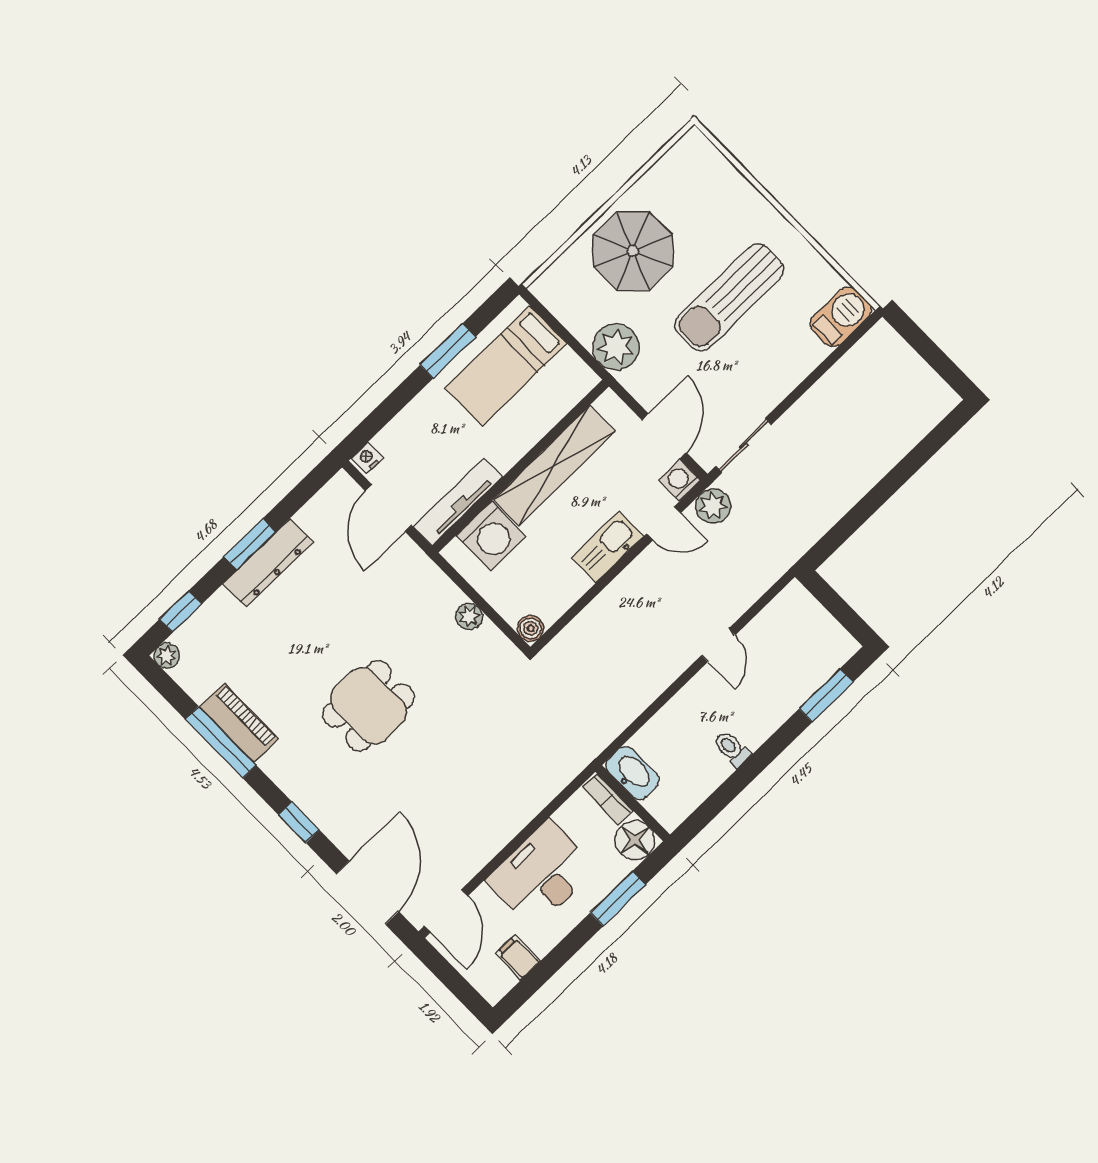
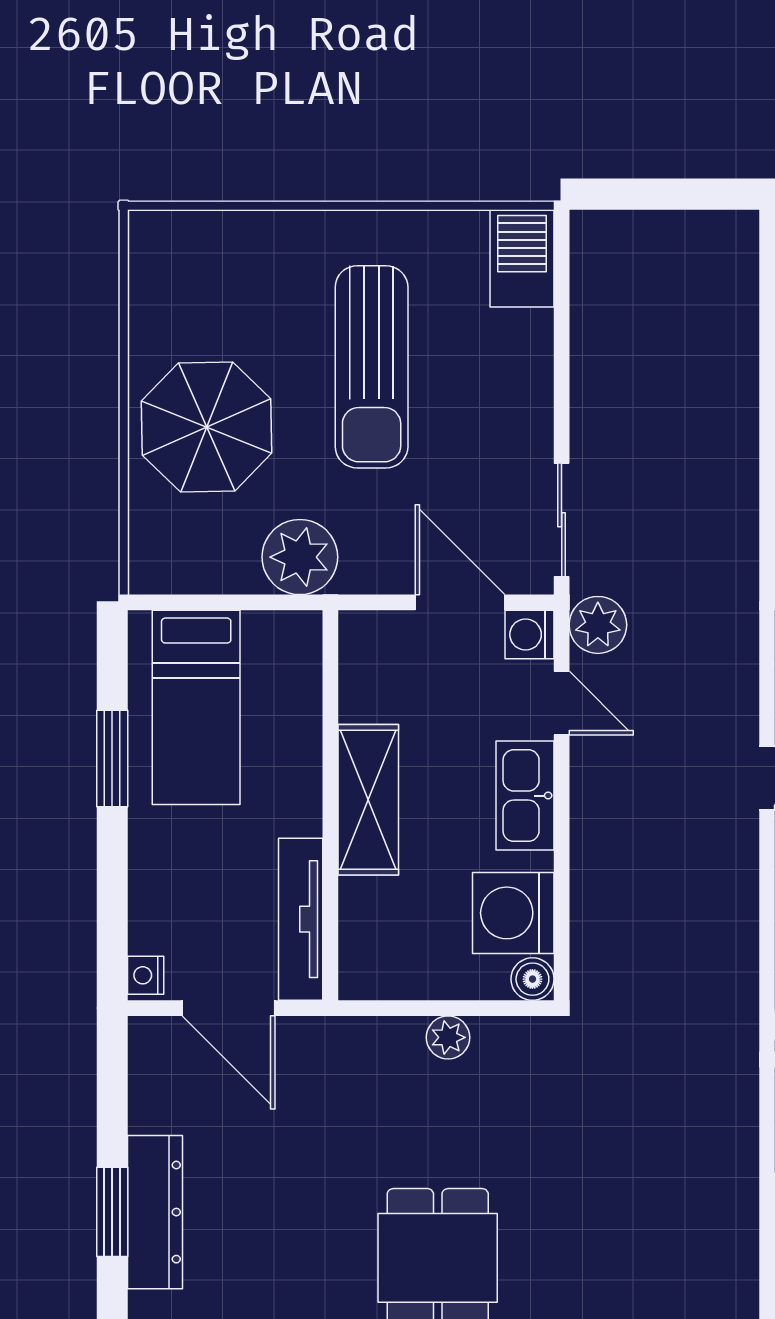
shelving: (554, 465) -> (368, 800), width x0.68
door: (664, 523) -> (562, 703), hinge flipped
washing machine: (491, 536) -> (513, 913), moved, turned 180

